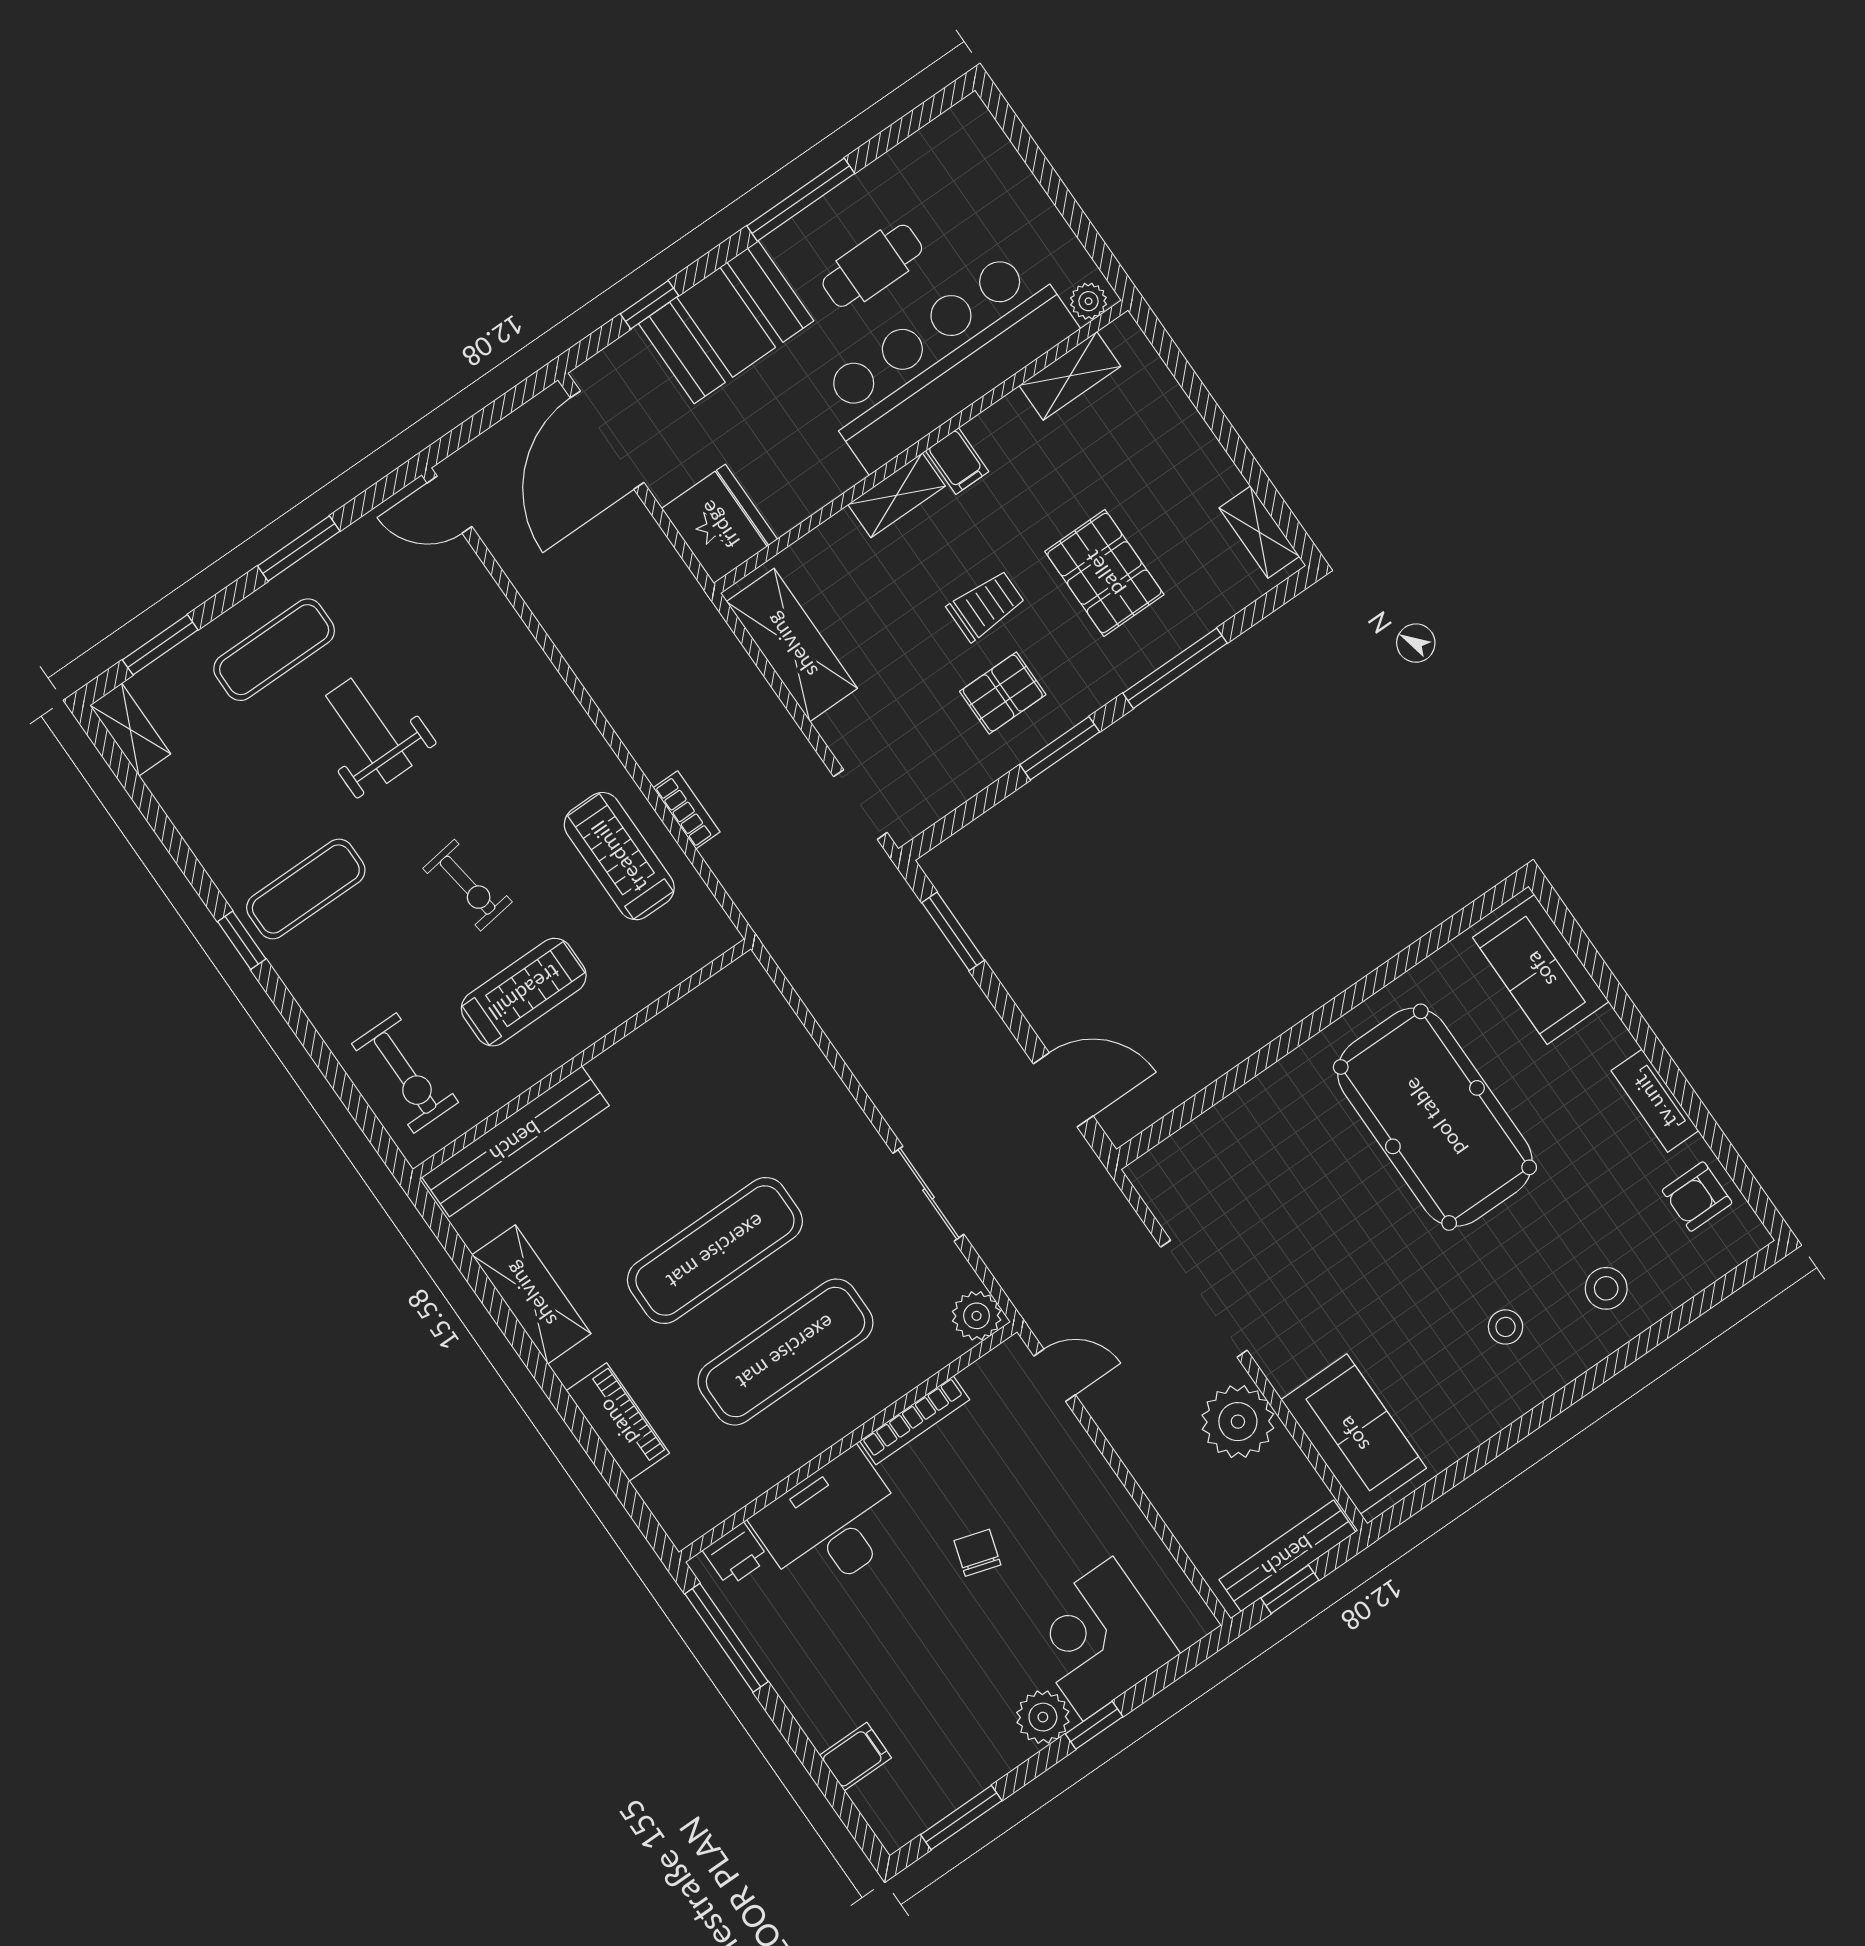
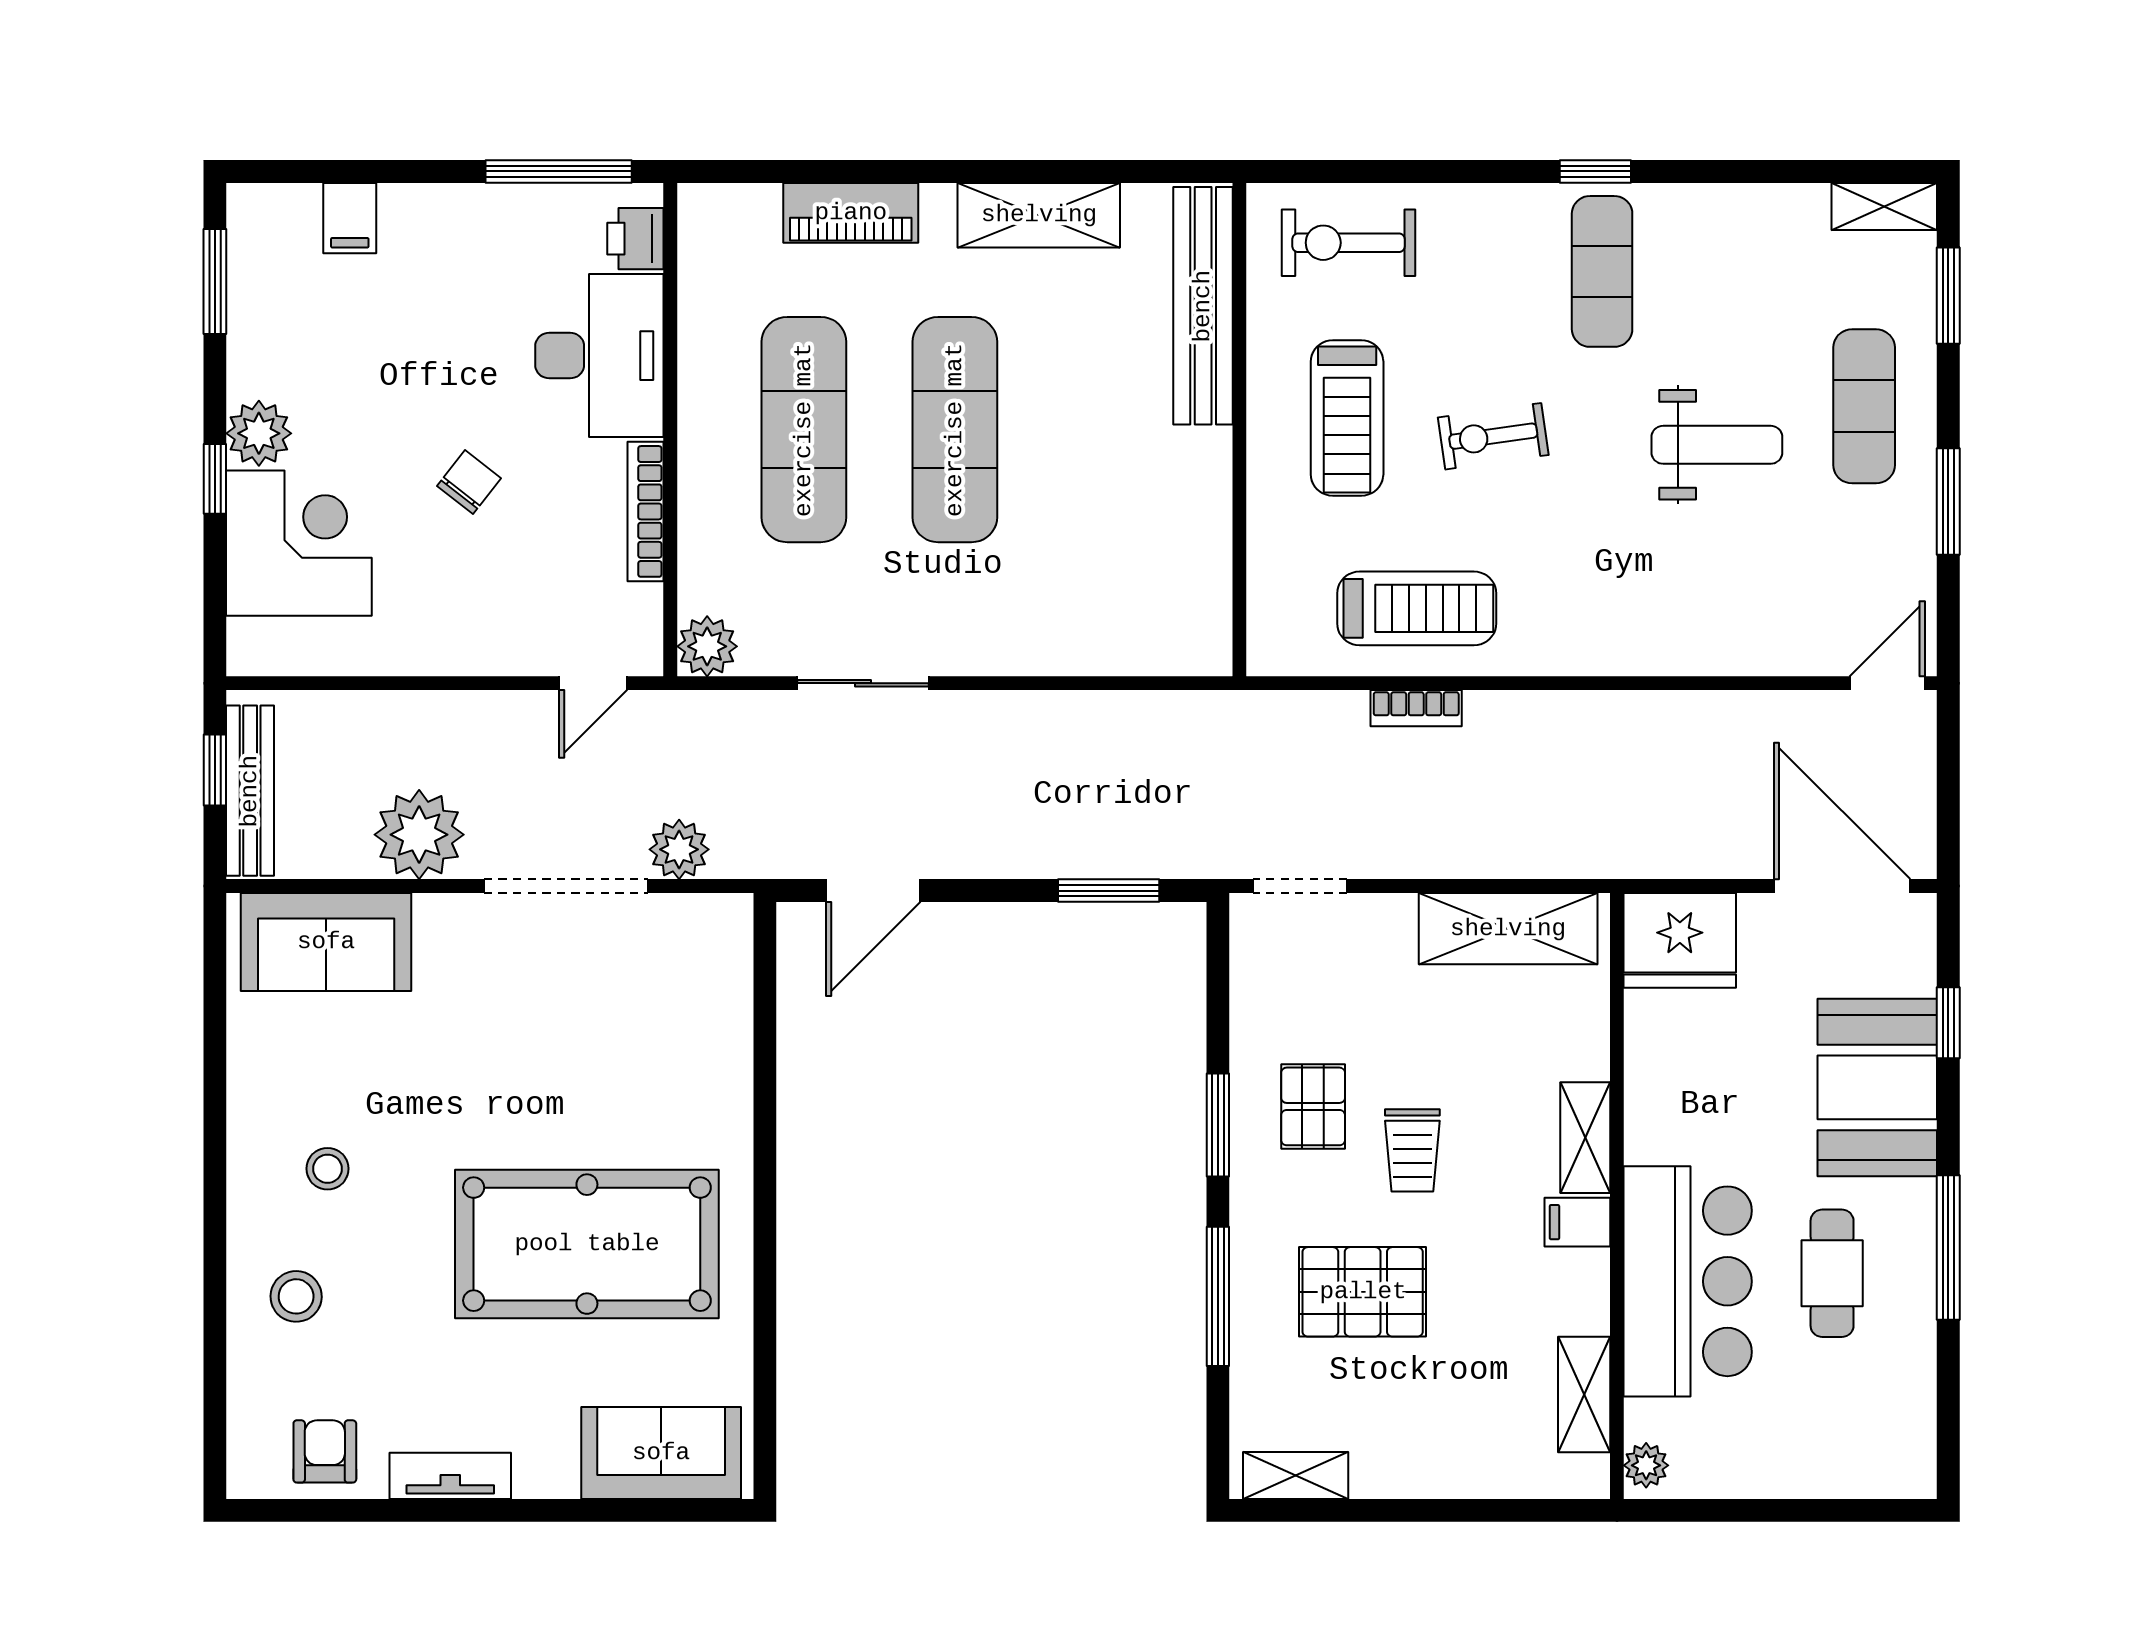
bar counter: (945, 359) -> (1688, 1281), width x0.73
plant: (1126, 1240) -> (679, 849), added
chair: (977, 1553) -> (469, 482), turned -69

